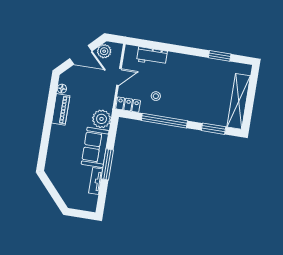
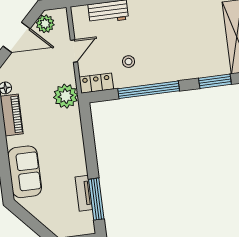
plant: (102, 119) -> (66, 96), moved
sofa: (95, 147) -> (25, 172), moved, turned 180
window: (107, 164) -> (96, 199), moved

